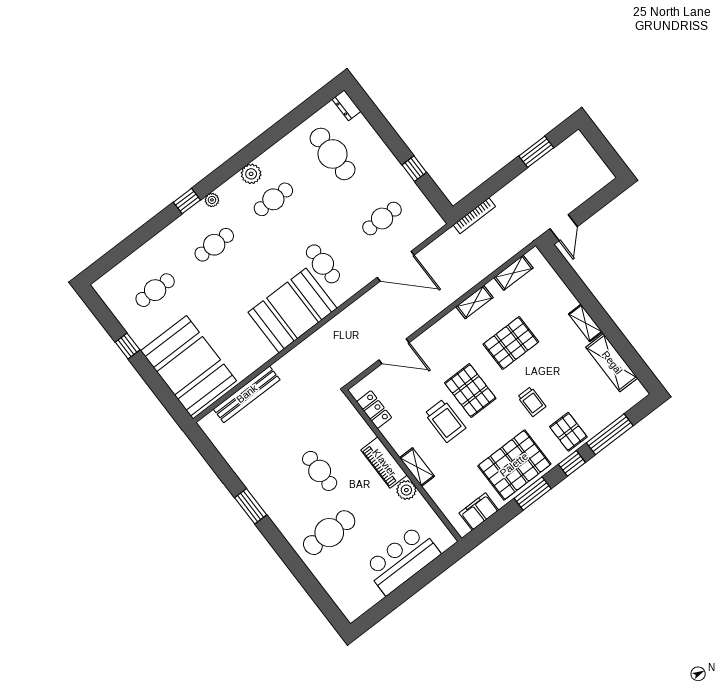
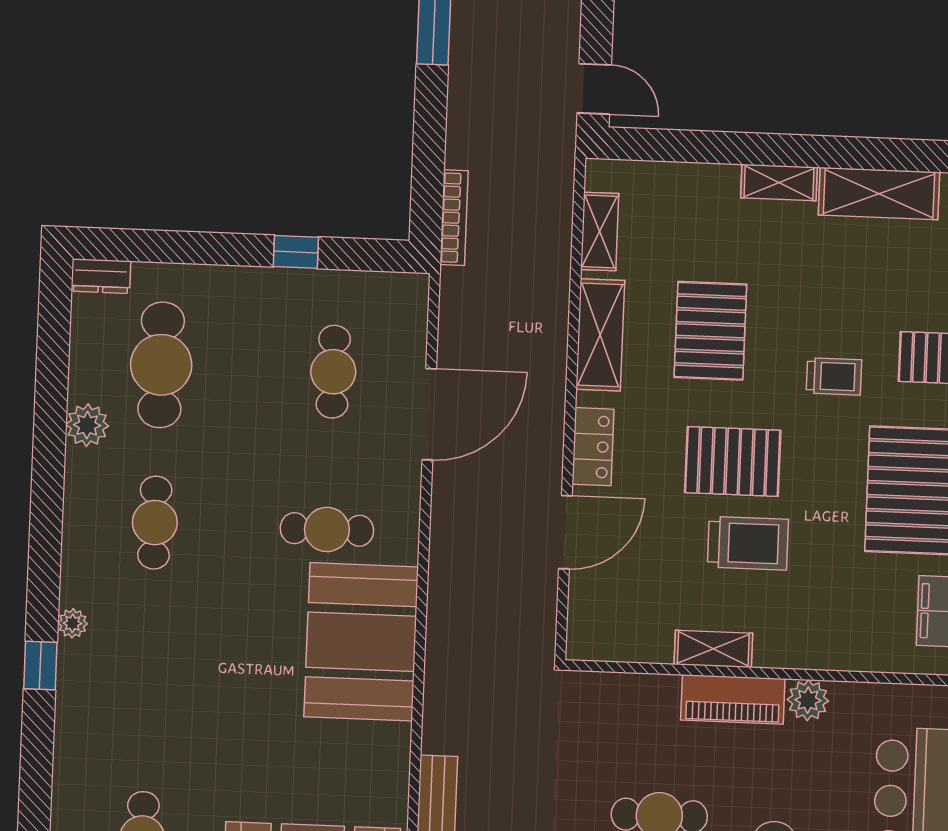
cafe table: (333, 154) -> (161, 365), turned 90
plant: (251, 174) -> (87, 425), moved
cafe table: (214, 245) -> (148, 680), removed
shelving: (475, 302) -> (600, 335), width x1.50, depth x1.33
locker: (374, 410) -> (593, 447), moved, turned 90
shelving: (417, 467) -> (713, 649), moved

